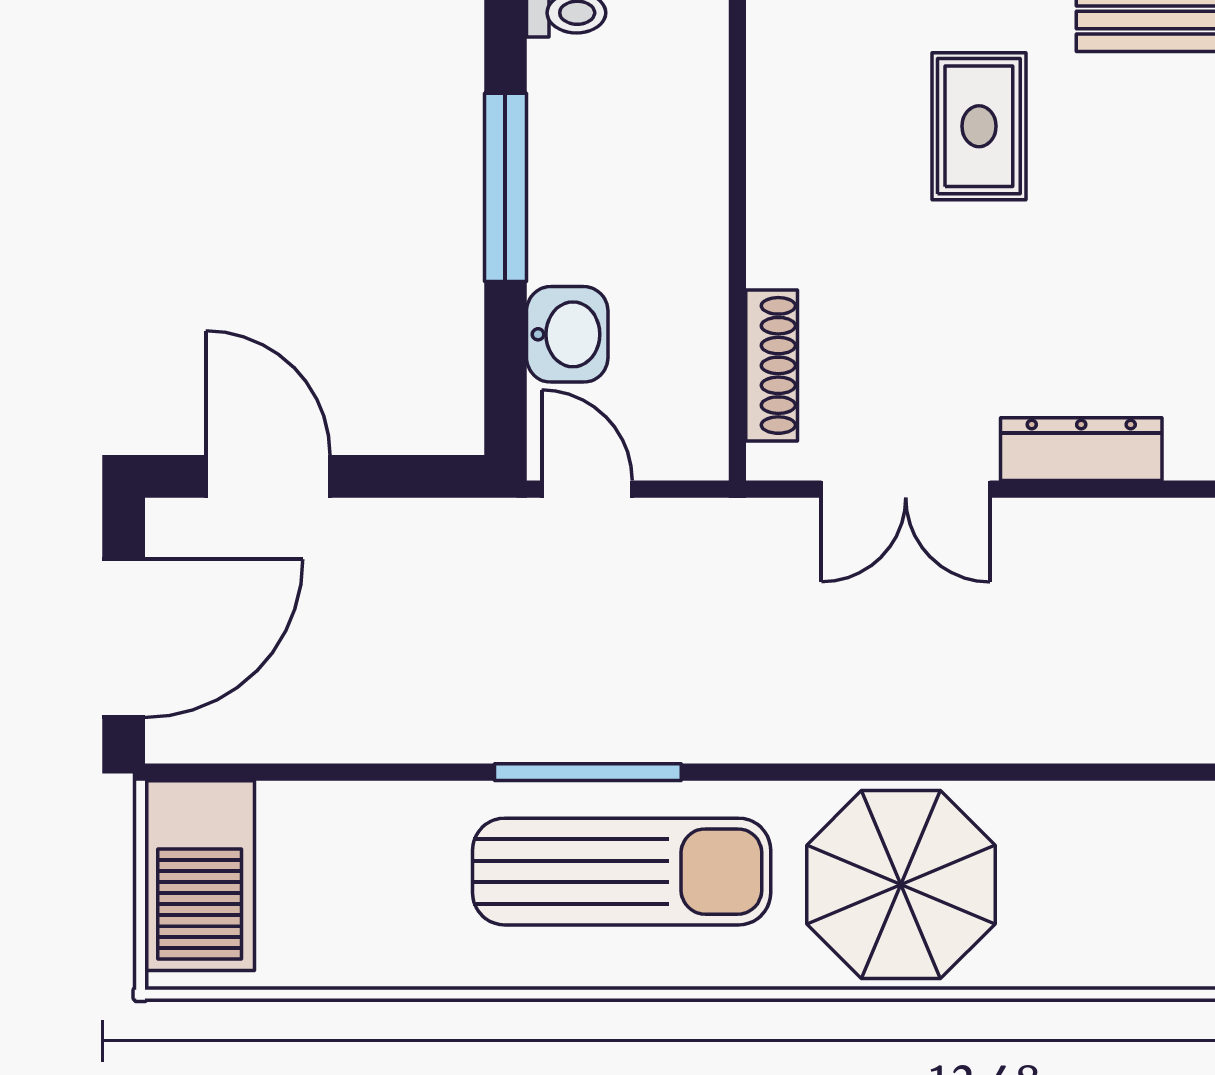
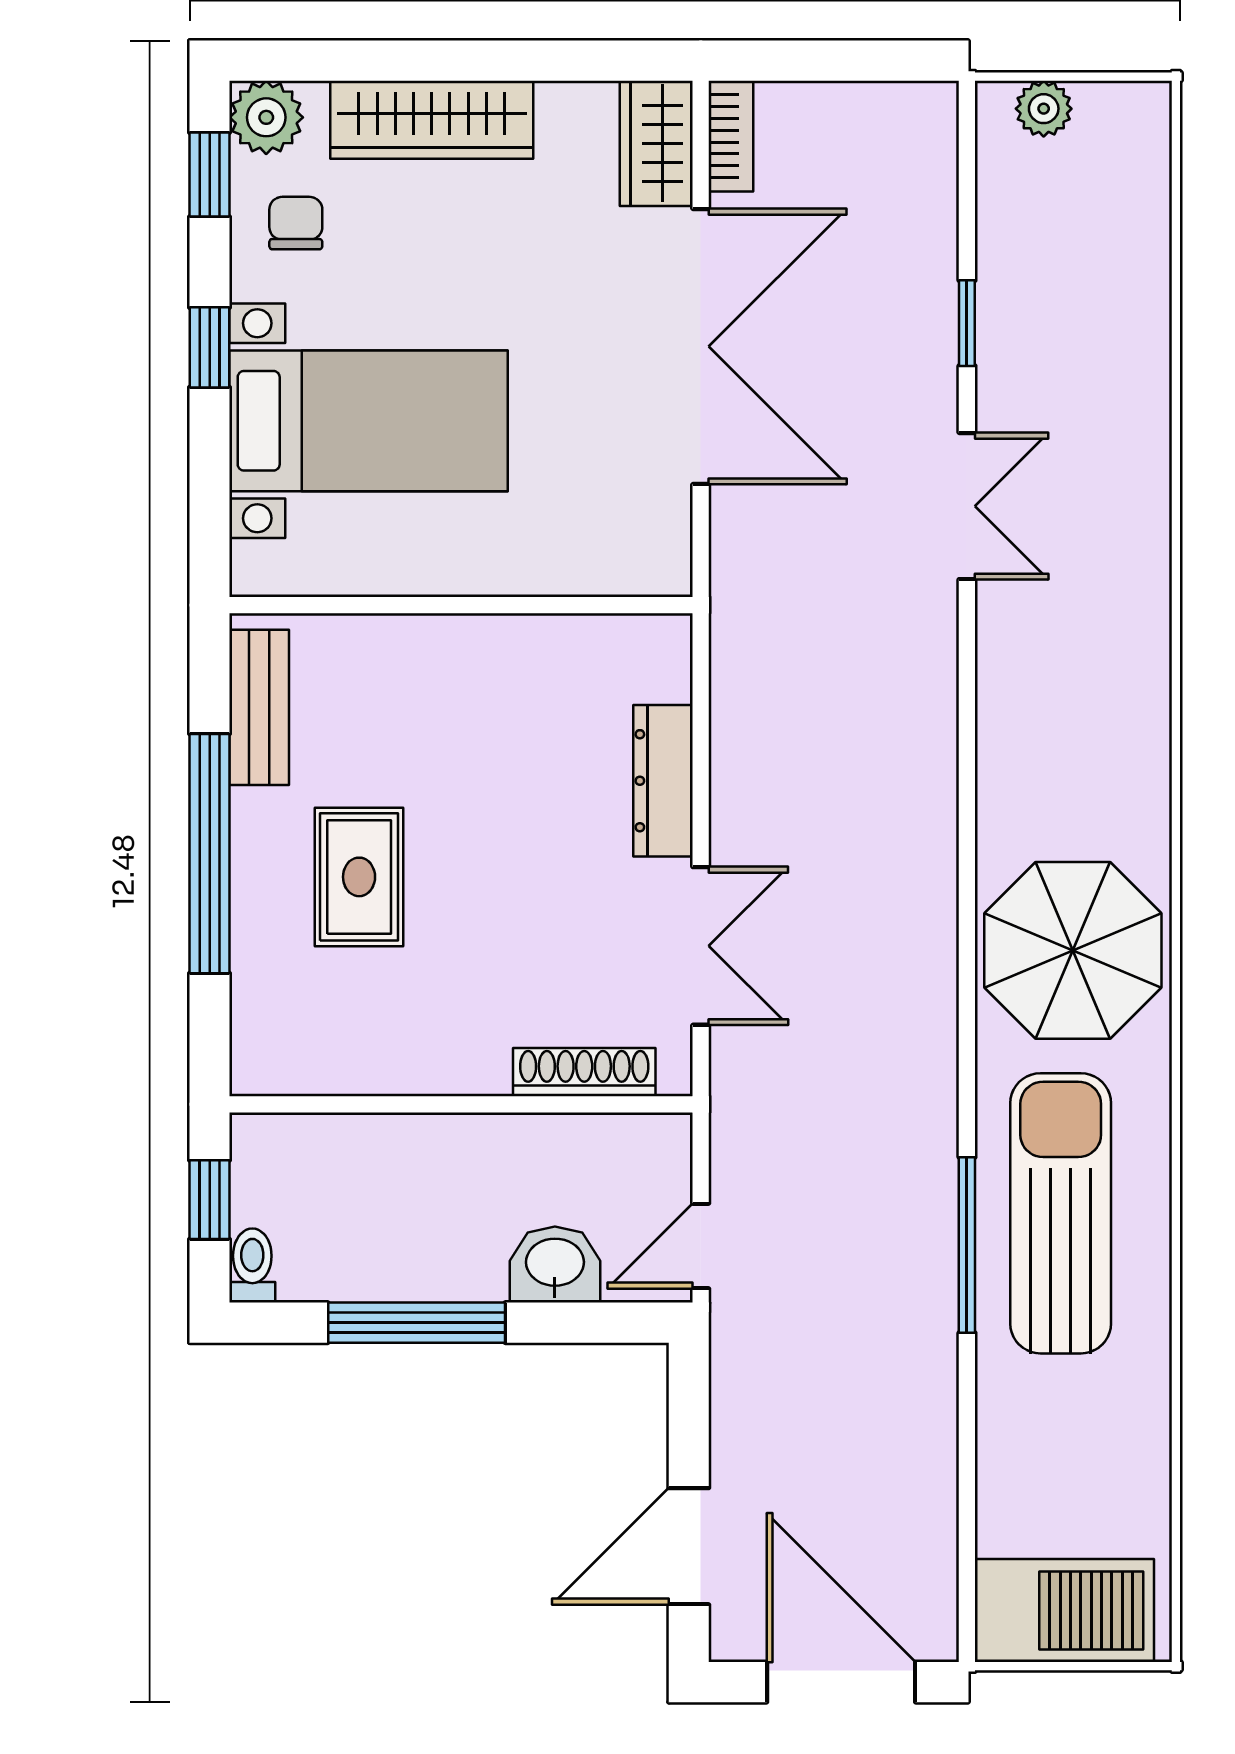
rug: (979, 126) -> (359, 877), turned 90

